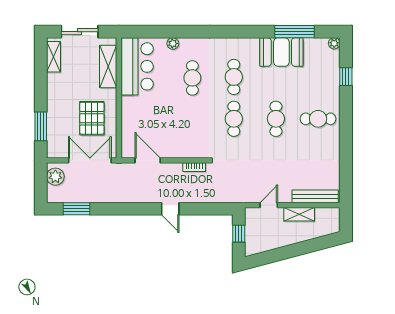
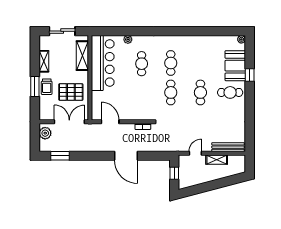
window: (294, 32) -> (213, 31), removed
booth: (281, 52) -> (235, 66), moved, turned 90
shelving: (54, 57) -> (44, 61), moved
bar counter: (137, 66) -> (103, 63), width x1.36
window: (346, 77) -> (250, 75), moved
trolley: (57, 111) -> (47, 87), added
pallet: (92, 118) -> (71, 92), turned 90
window: (41, 126) -> (35, 87), moved
door: (170, 209) -> (126, 156), width x1.87

